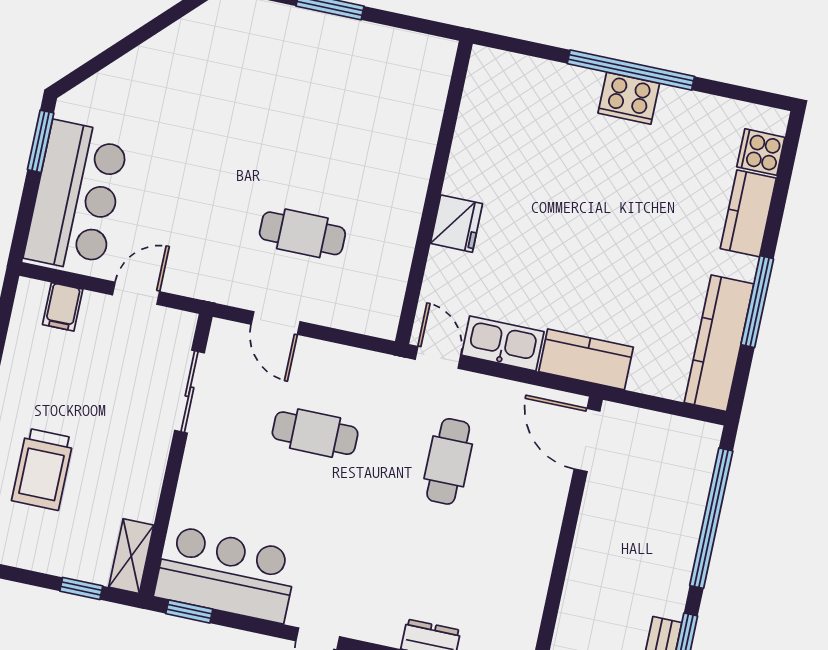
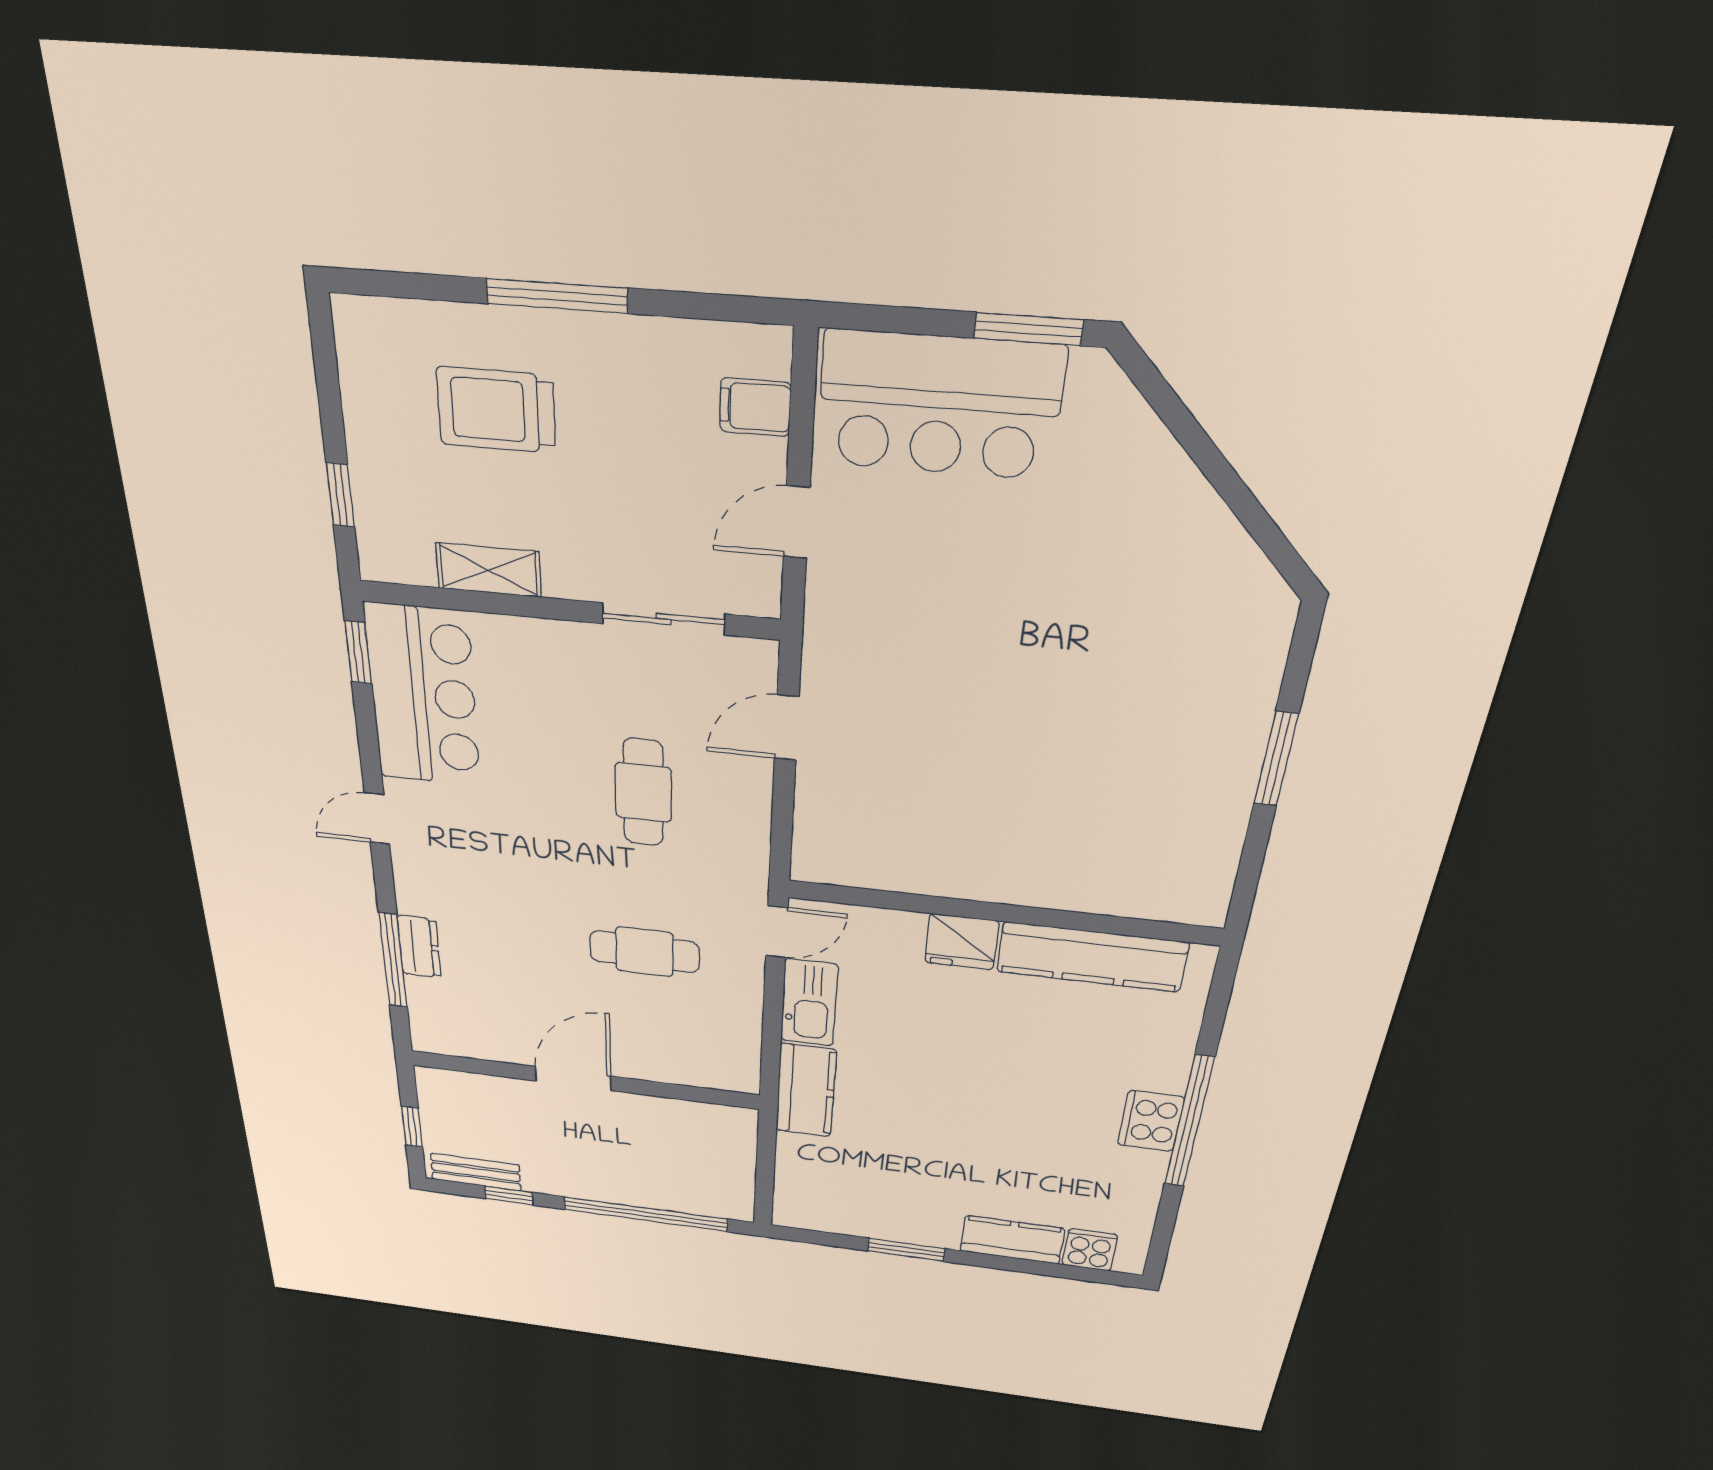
cafe table: (302, 233) -> (923, 752), removed
door: (136, 293) -> (796, 522), swing flipped
window: (757, 302) -> (906, 1250), width x0.69
kitchen counter: (719, 343) -> (1092, 957), moved, turned 180
door: (587, 440) -> (573, 1078), moved
shelving: (131, 556) -> (488, 570), moved

